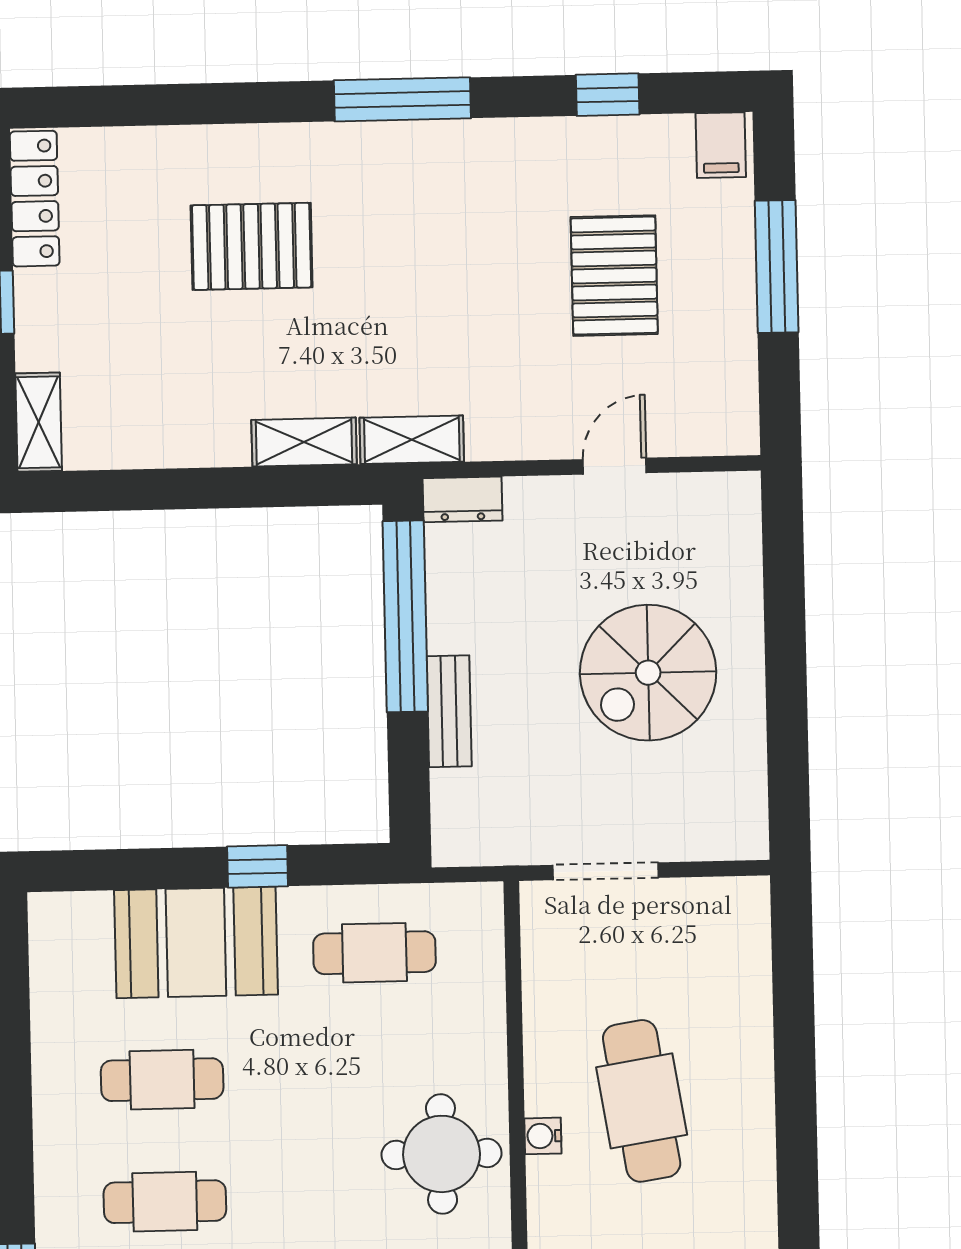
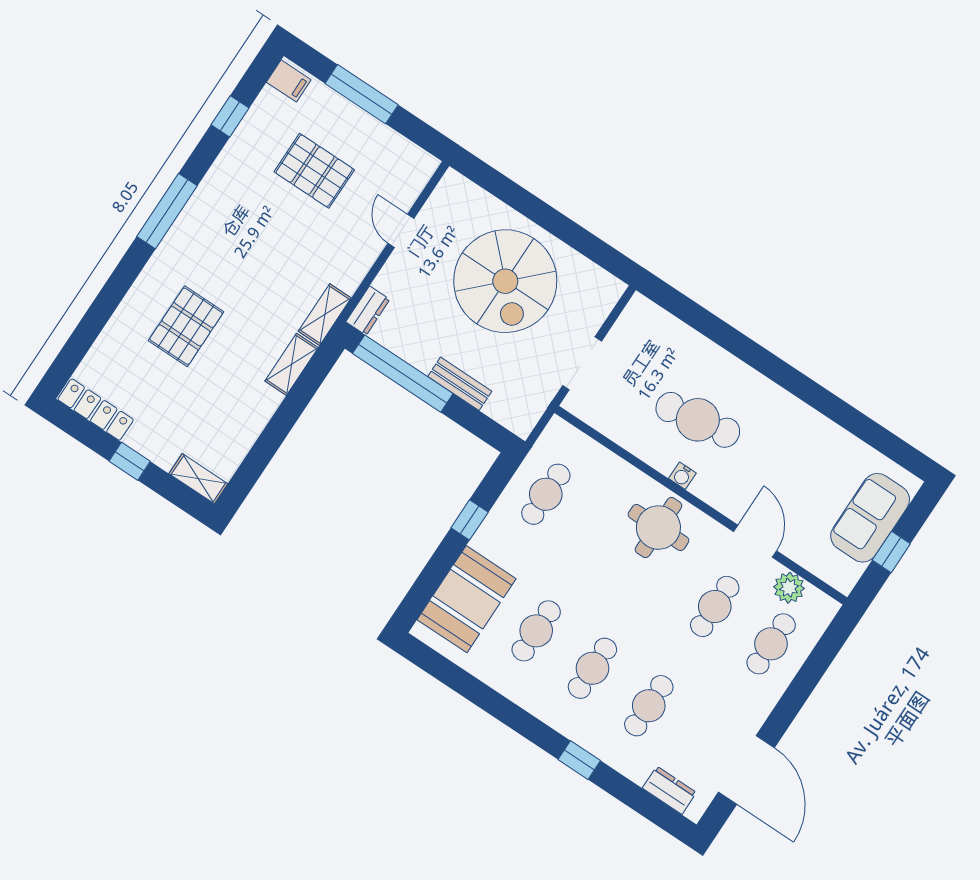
spiral stairs: (648, 673) -> (505, 281), width x1.37, depth x1.37
booth: (196, 942) -> (467, 599), moved

